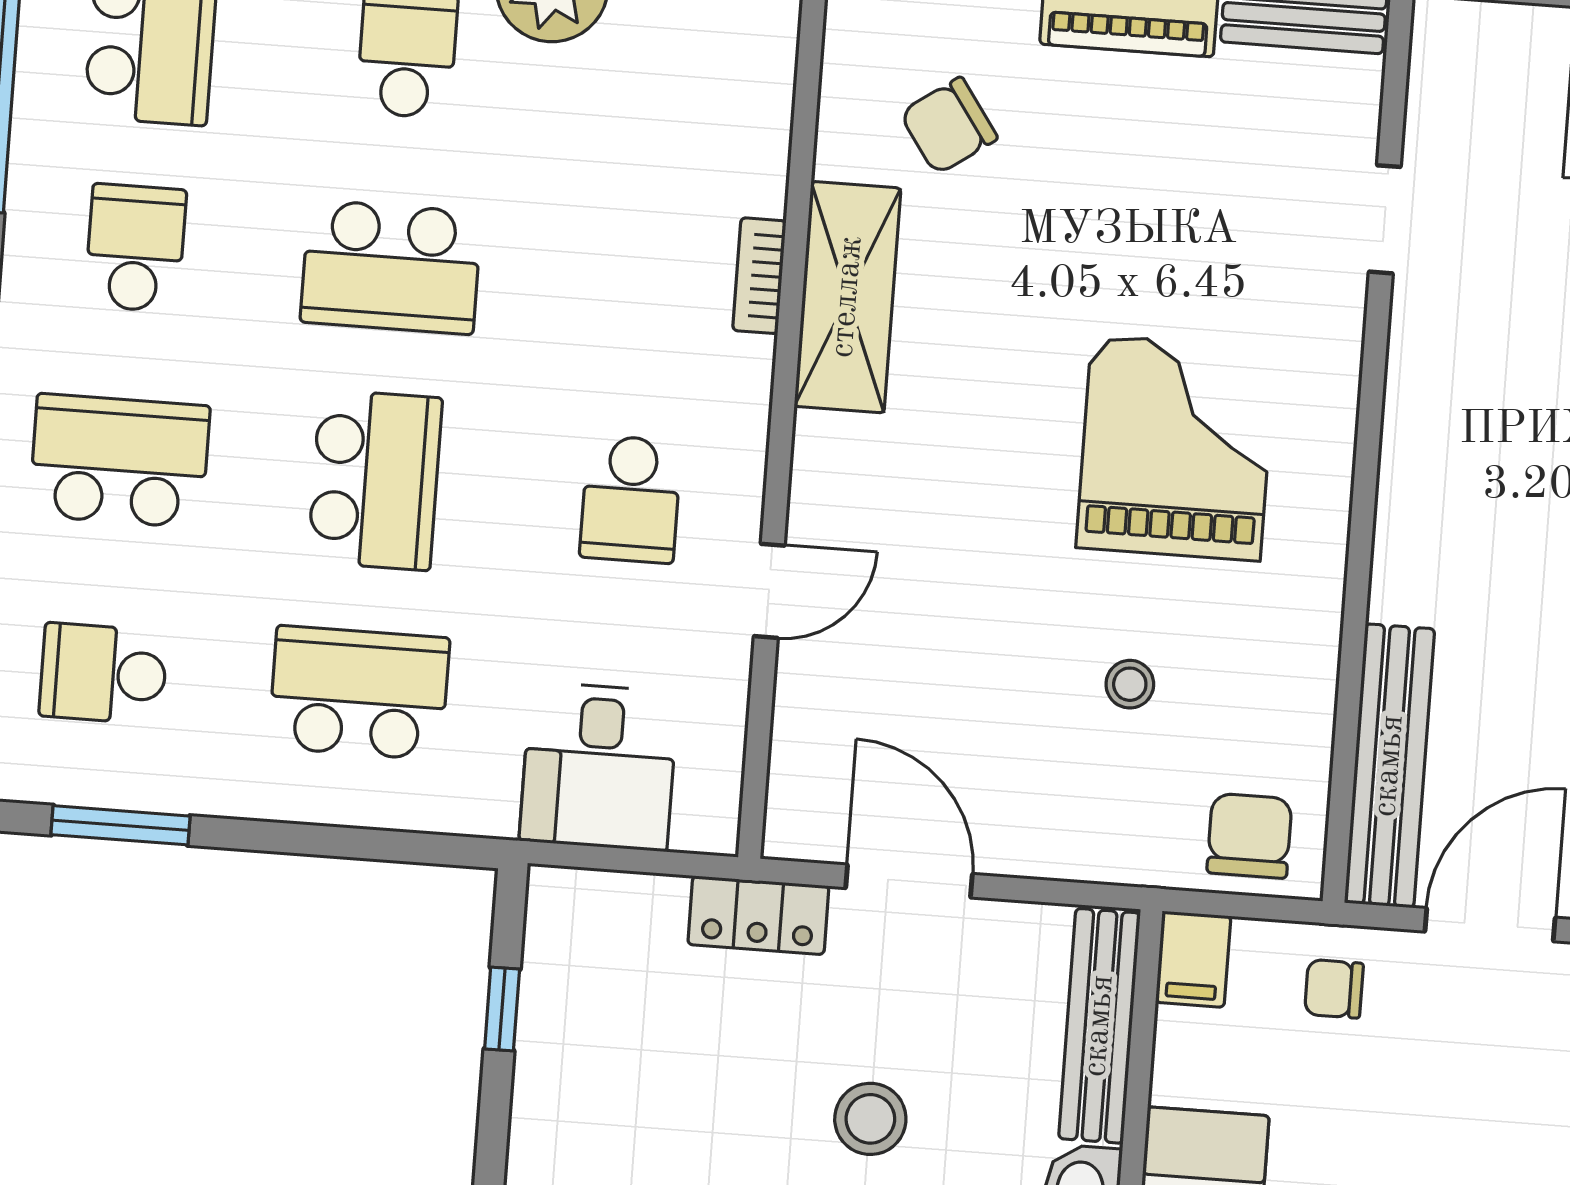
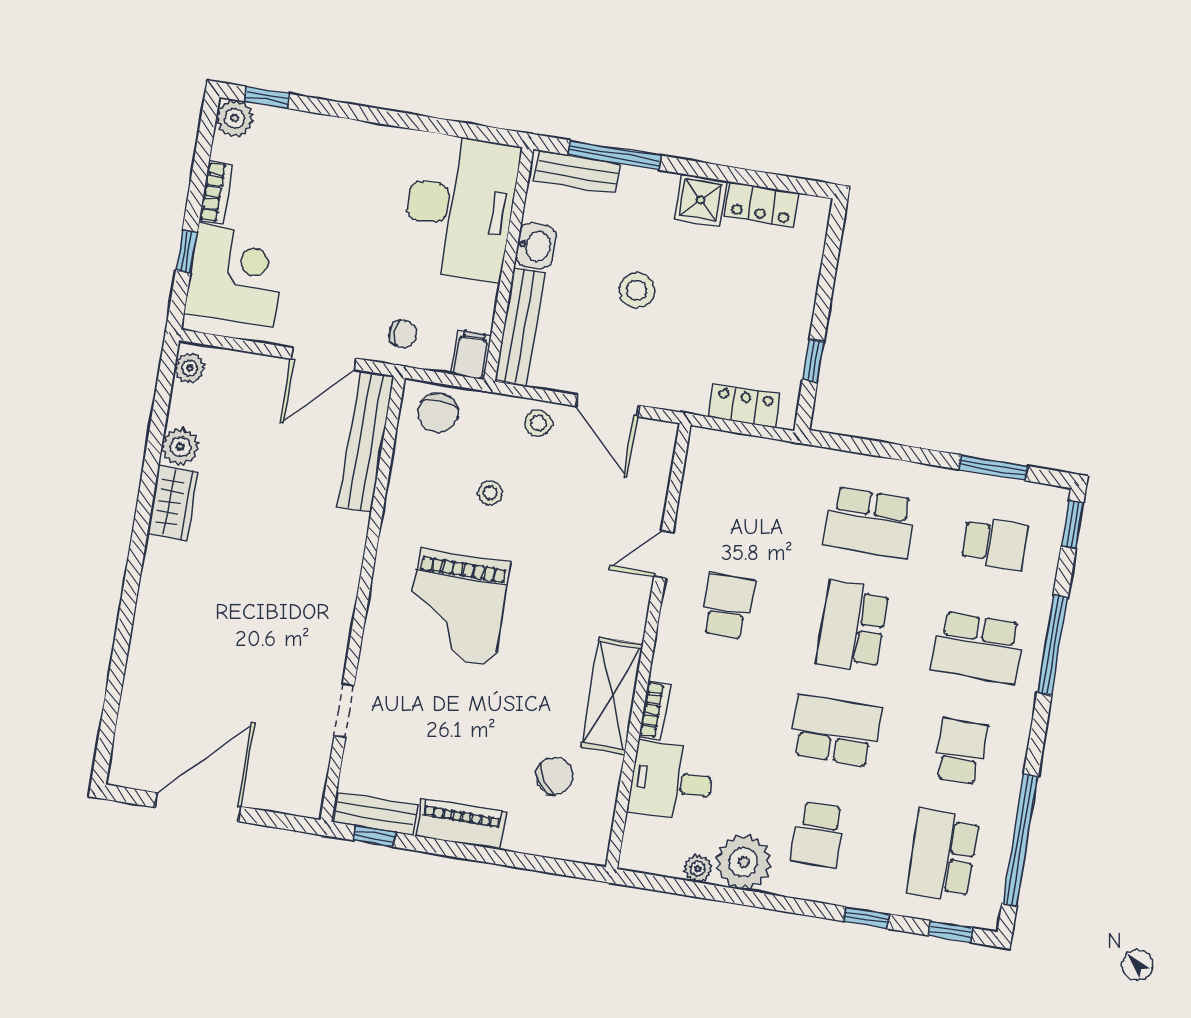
school desk: (135, 248) -> (960, 751), turned 180
desk: (599, 766) -> (671, 781), moved, turned -90
stool: (1045, 834) -> (538, 423), added
locker: (758, 915) -> (744, 406), moved

